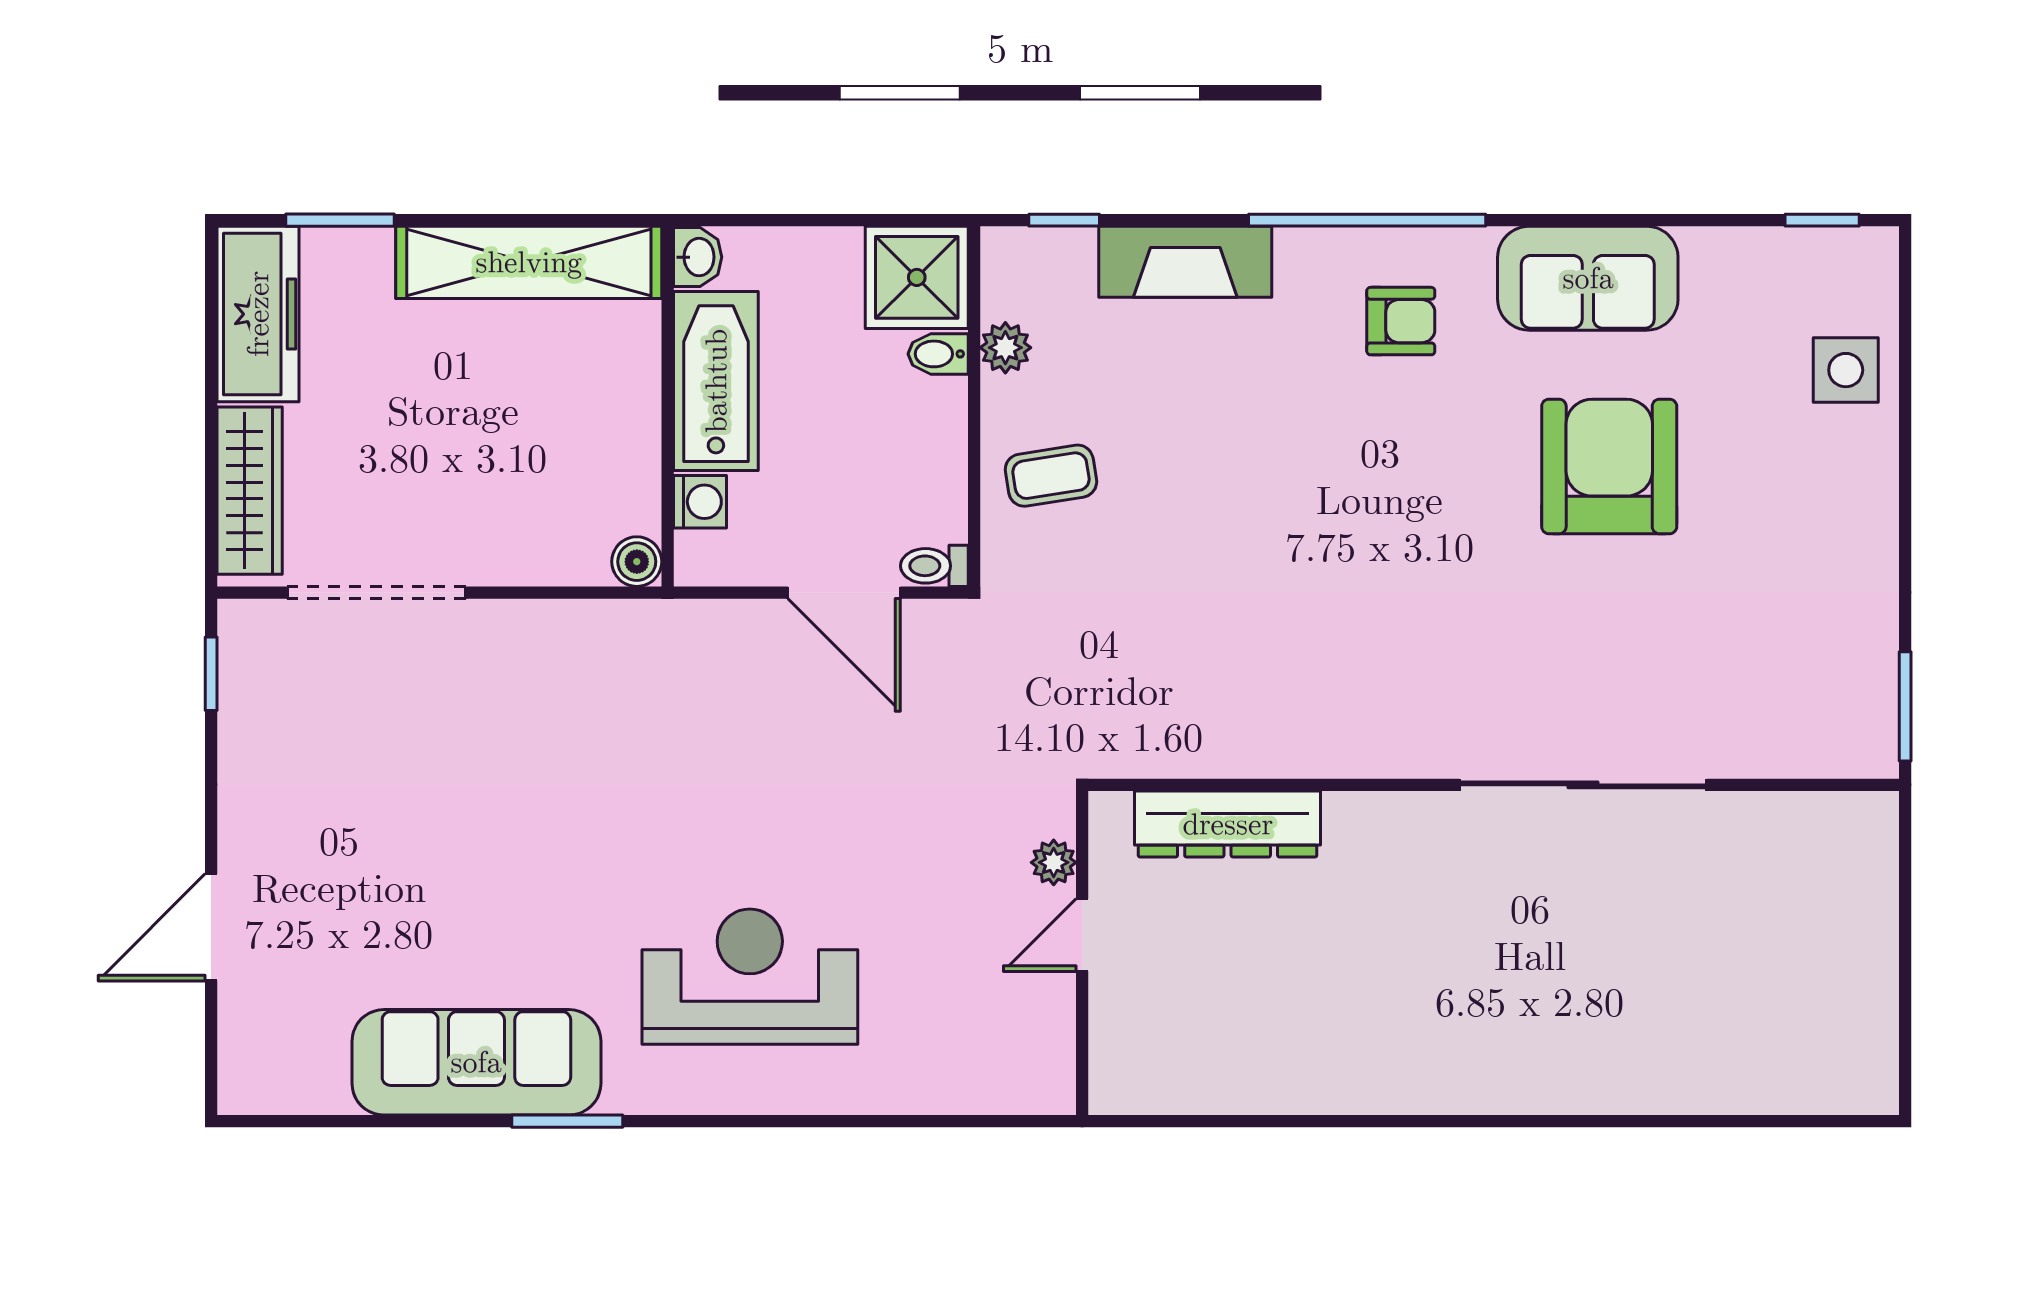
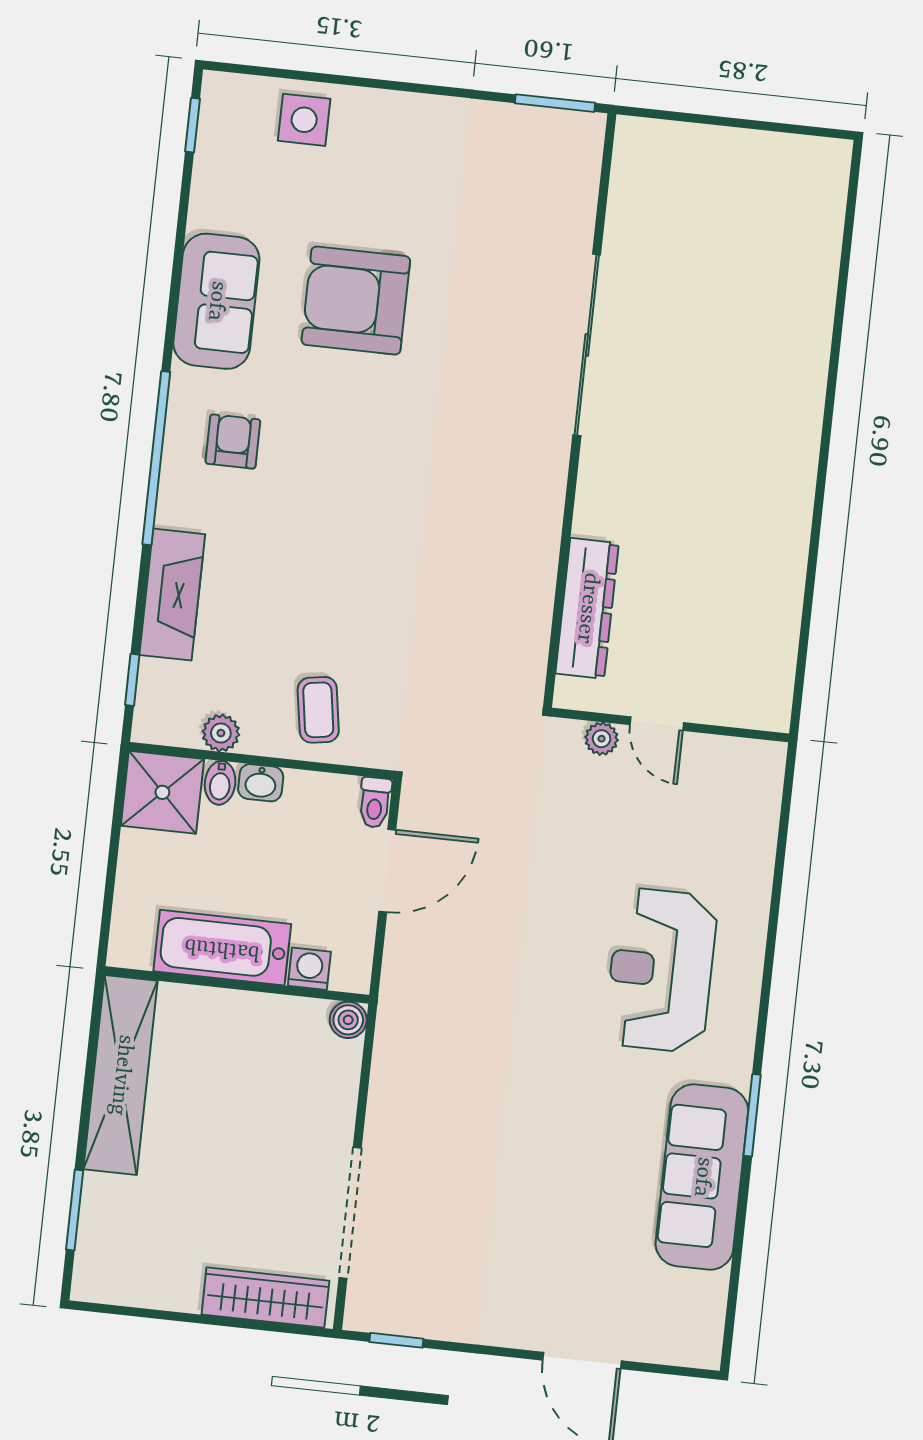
washbasin: (698, 257) -> (261, 783), moved, turned 180
freezer: (258, 314) -> (137, 1277), removed

